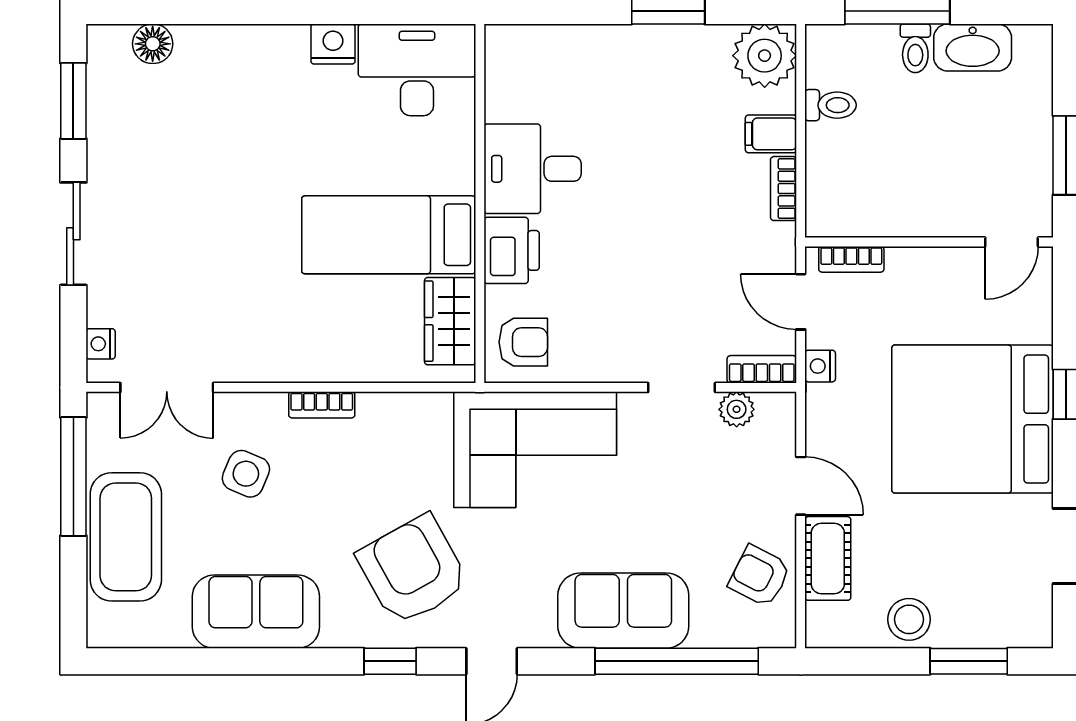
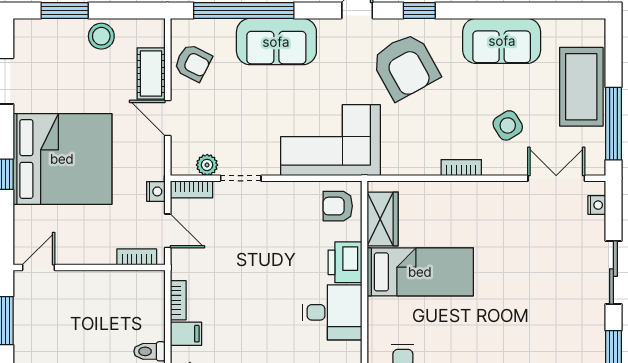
side table: (246, 474) -> (508, 125), turned 35

